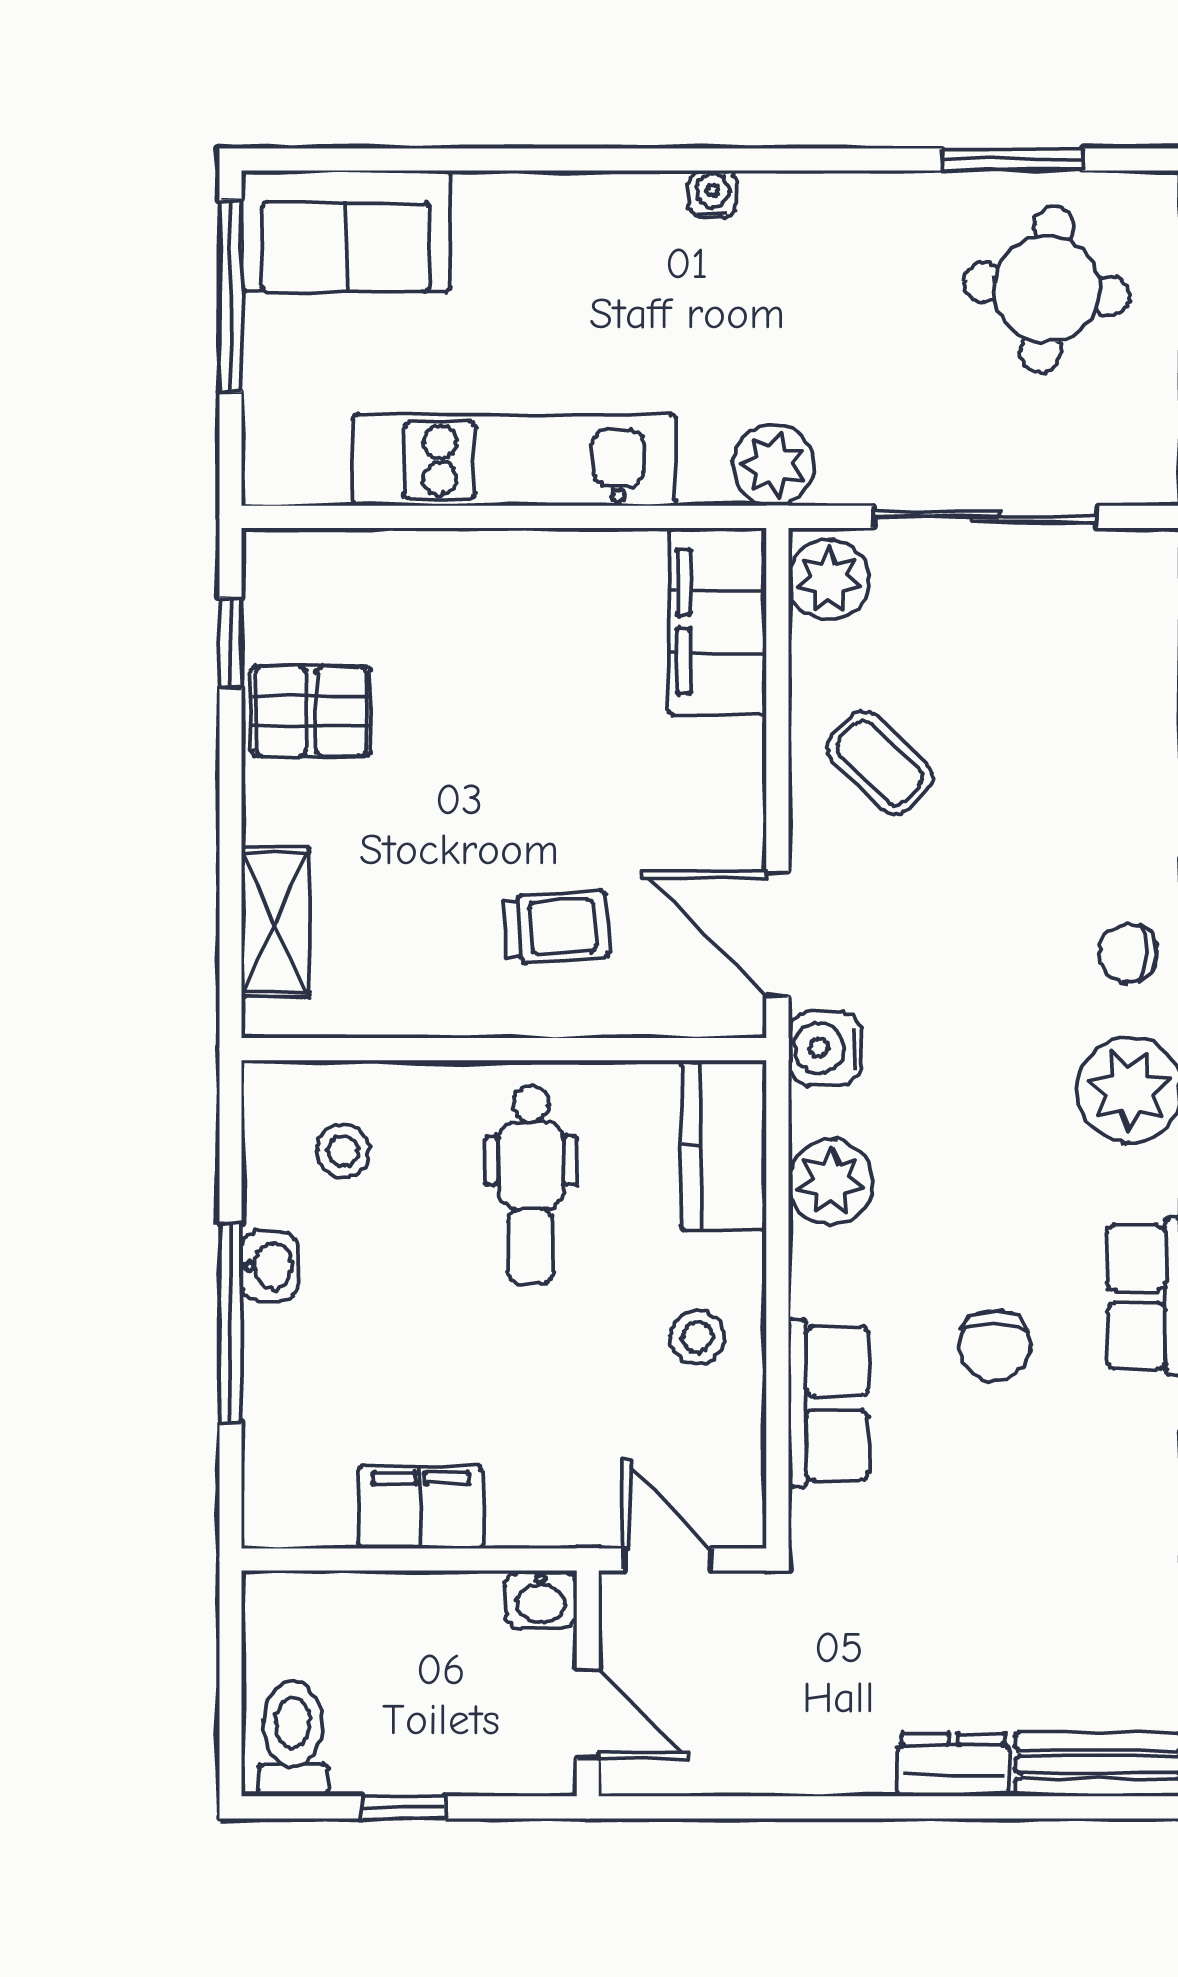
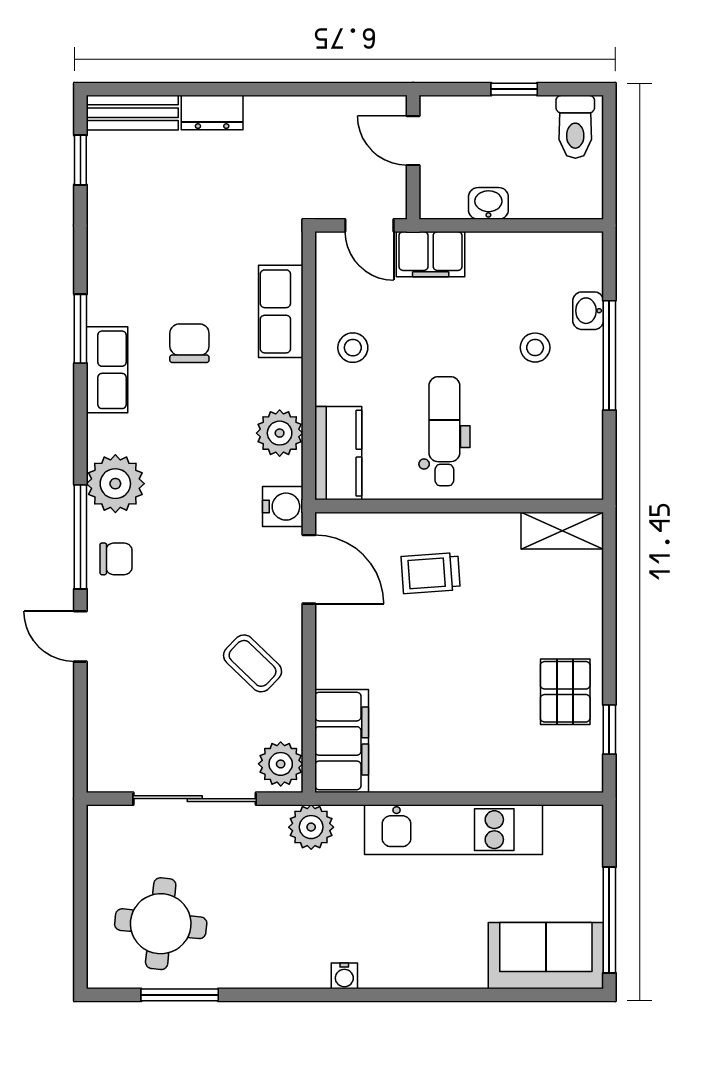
pallet: (311, 711) -> (565, 692), turned 90
shelving: (275, 922) -> (562, 531), moved, turned 90
stool: (343, 1151) -> (535, 348), moved
washbasin: (269, 1266) -> (588, 311), moved
filing cabinet: (420, 1507) -> (431, 254), moved
washbasin: (541, 1600) -> (488, 203), moved

